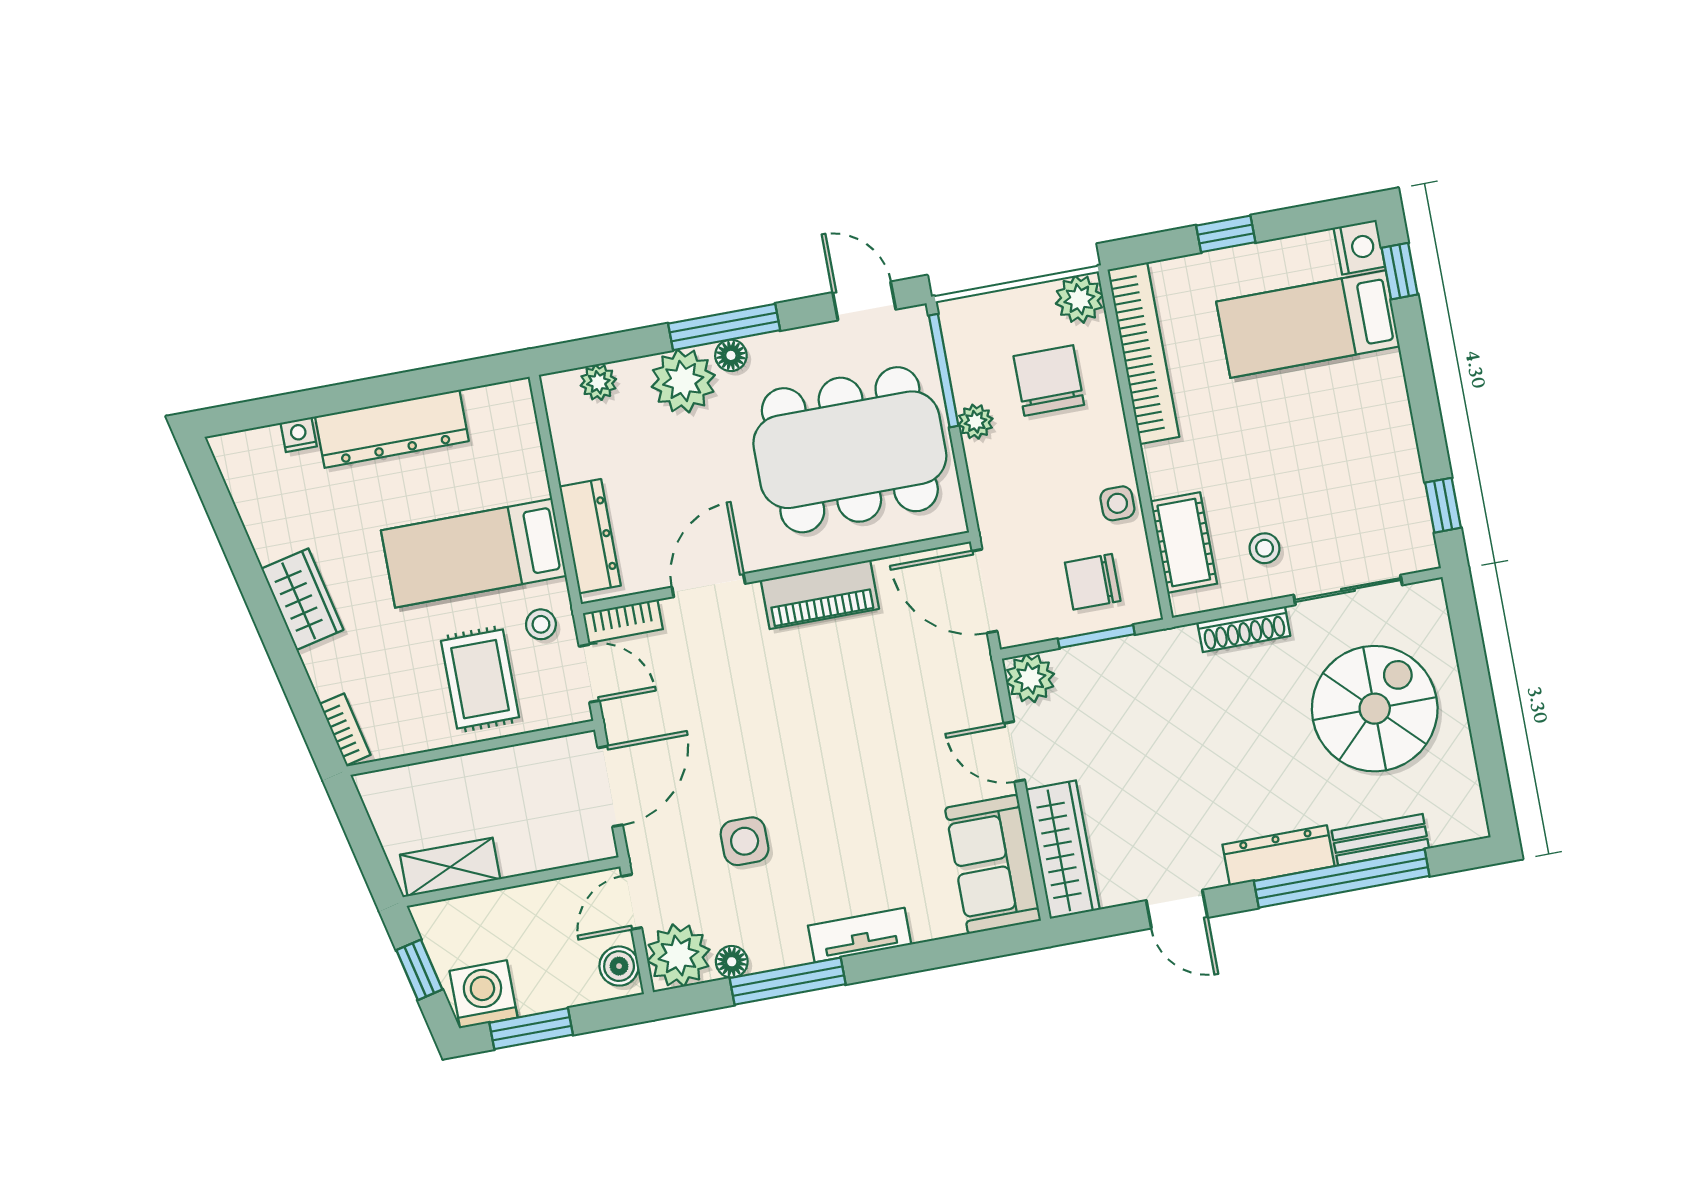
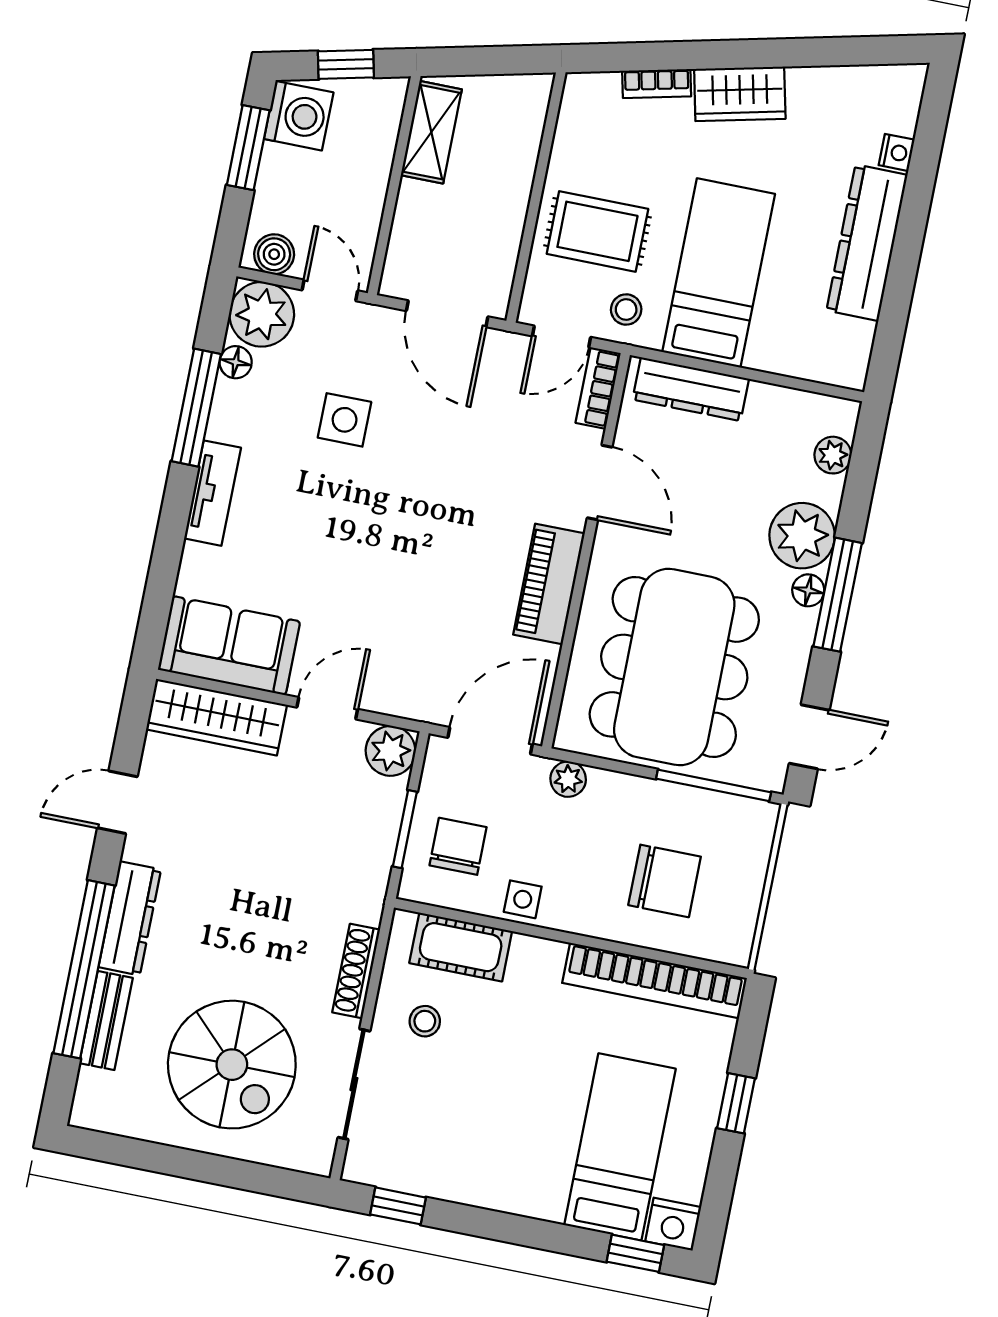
plant: (1079, 299) -> (730, 940), removed
plant: (975, 422) -> (568, 779), moved
bookcase: (345, 729) -> (657, 84), moved

